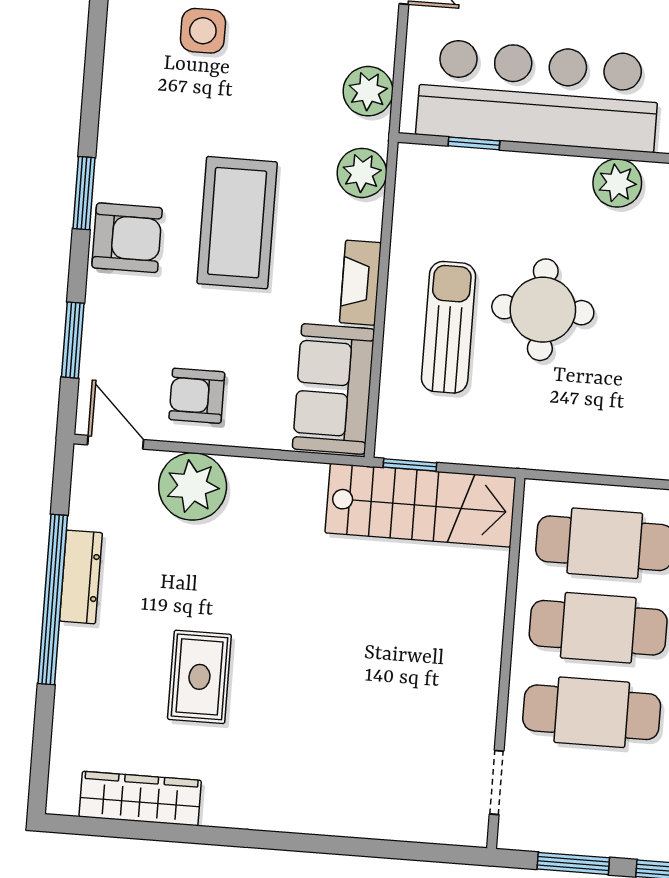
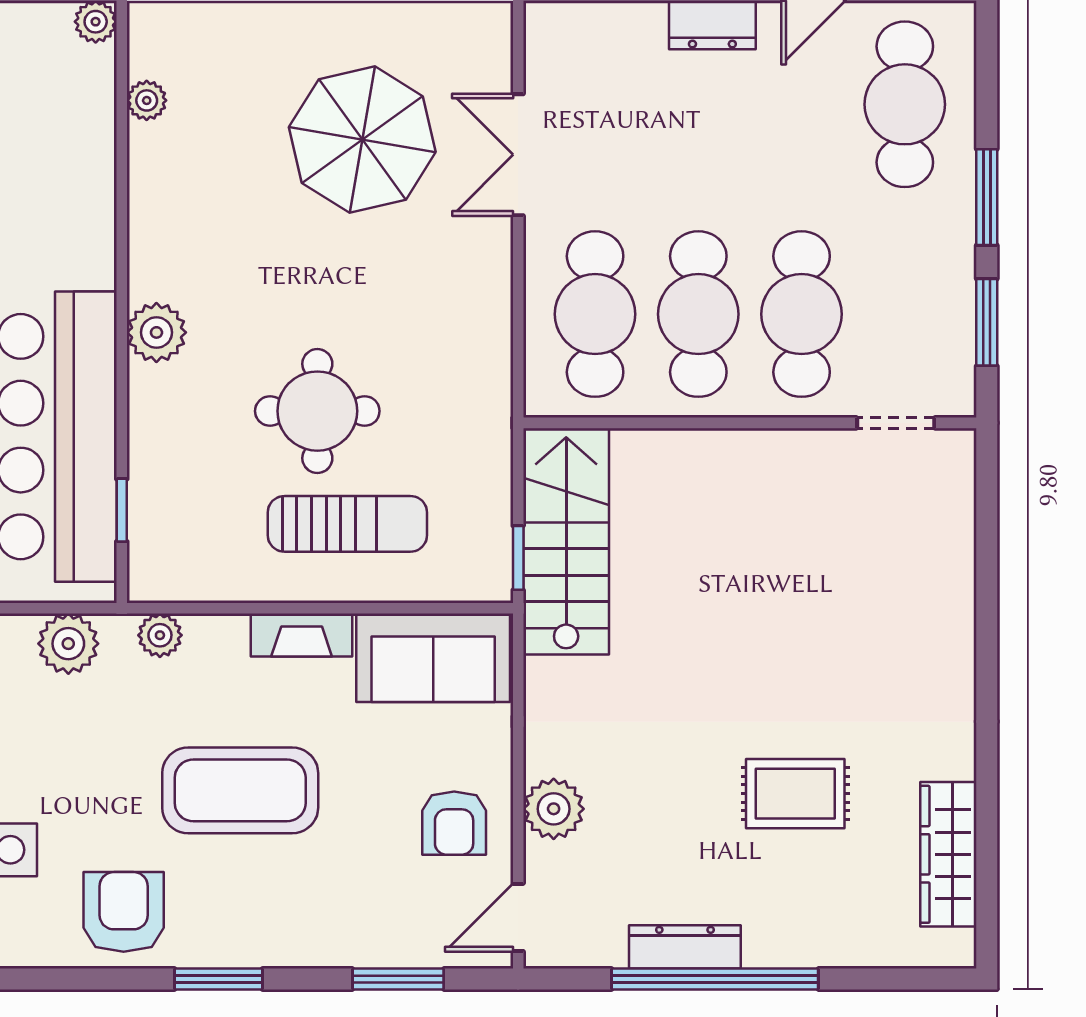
plant: (362, 173) -> (160, 635), width x0.73, depth x0.73
armchair: (127, 238) -> (124, 912), moved
sun lounger: (449, 327) -> (347, 524), turned 180
plant: (193, 486) -> (554, 809), width x0.73, depth x0.73

